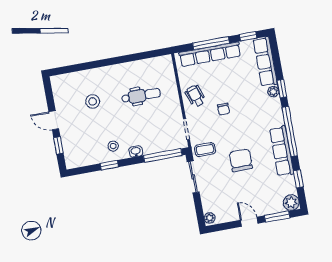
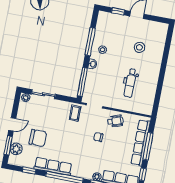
chair: (241, 160) -> (38, 138), moved
window: (109, 165) -> (90, 42), width x2.17
sliding door: (193, 177) -> (43, 94), moved
plant: (291, 203) -> (16, 149), moved

